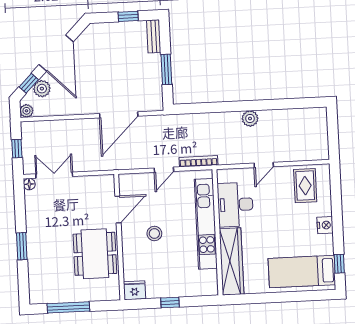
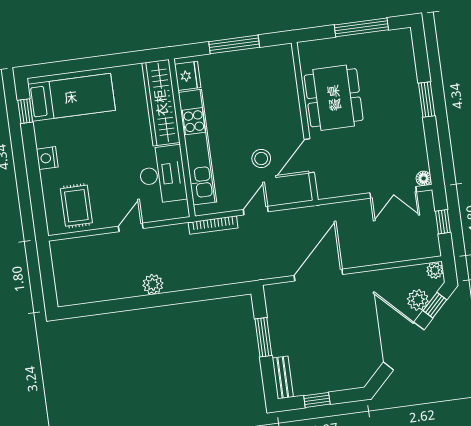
stool: (154, 234) -> (261, 158), moved
fridge: (134, 290) -> (188, 76), moved, turned -90
window: (170, 302) -> (234, 44), width x2.17

